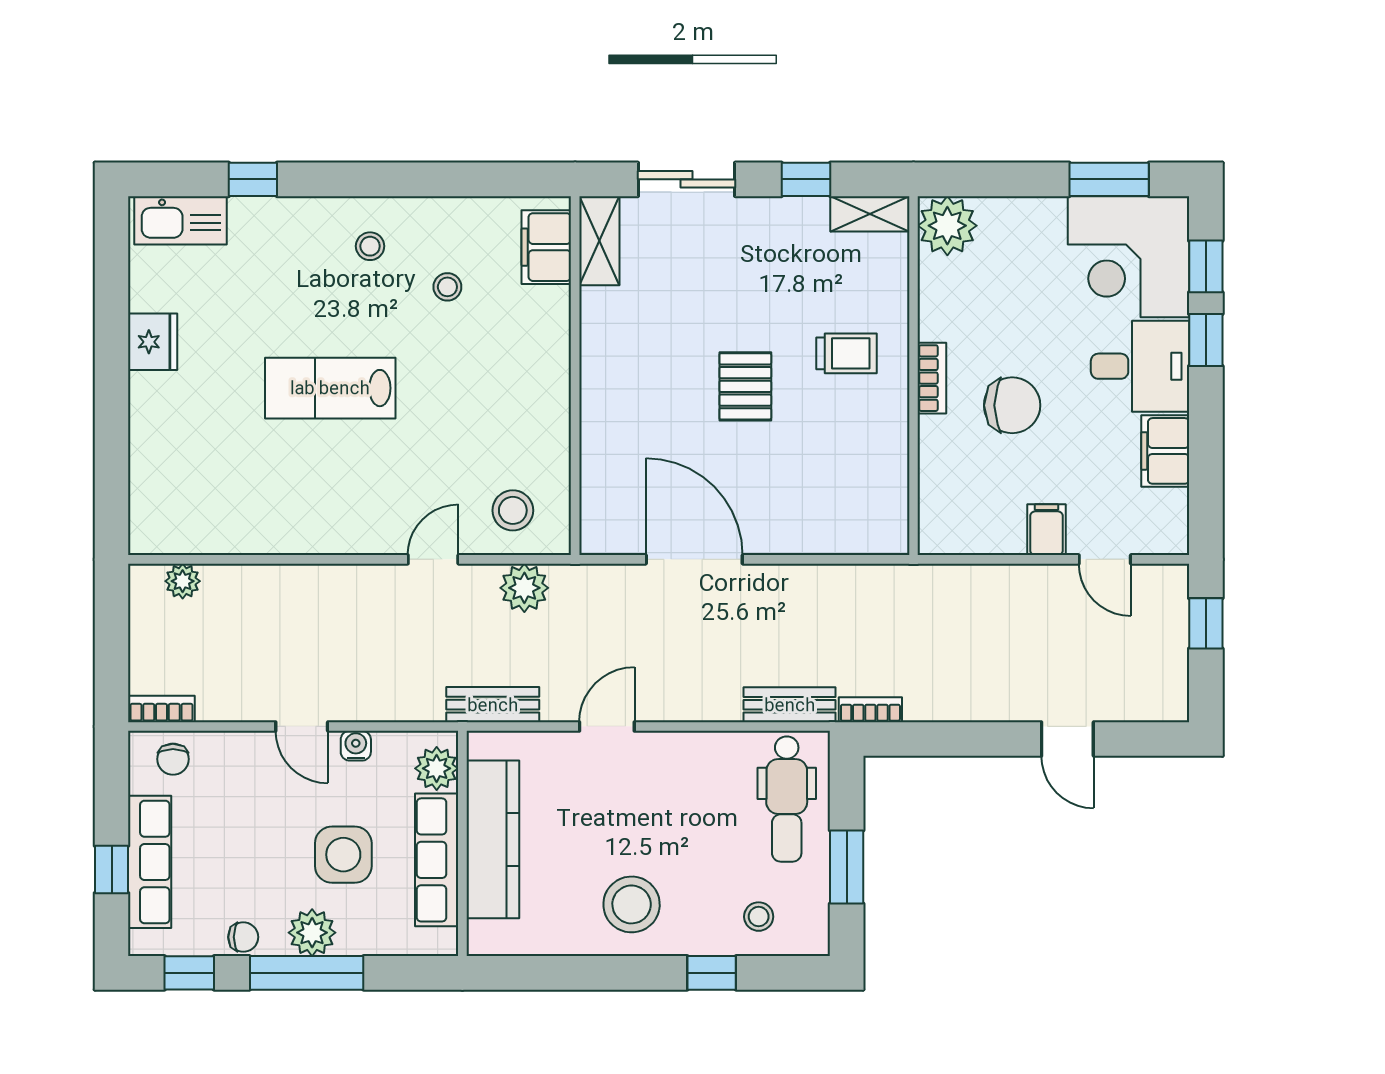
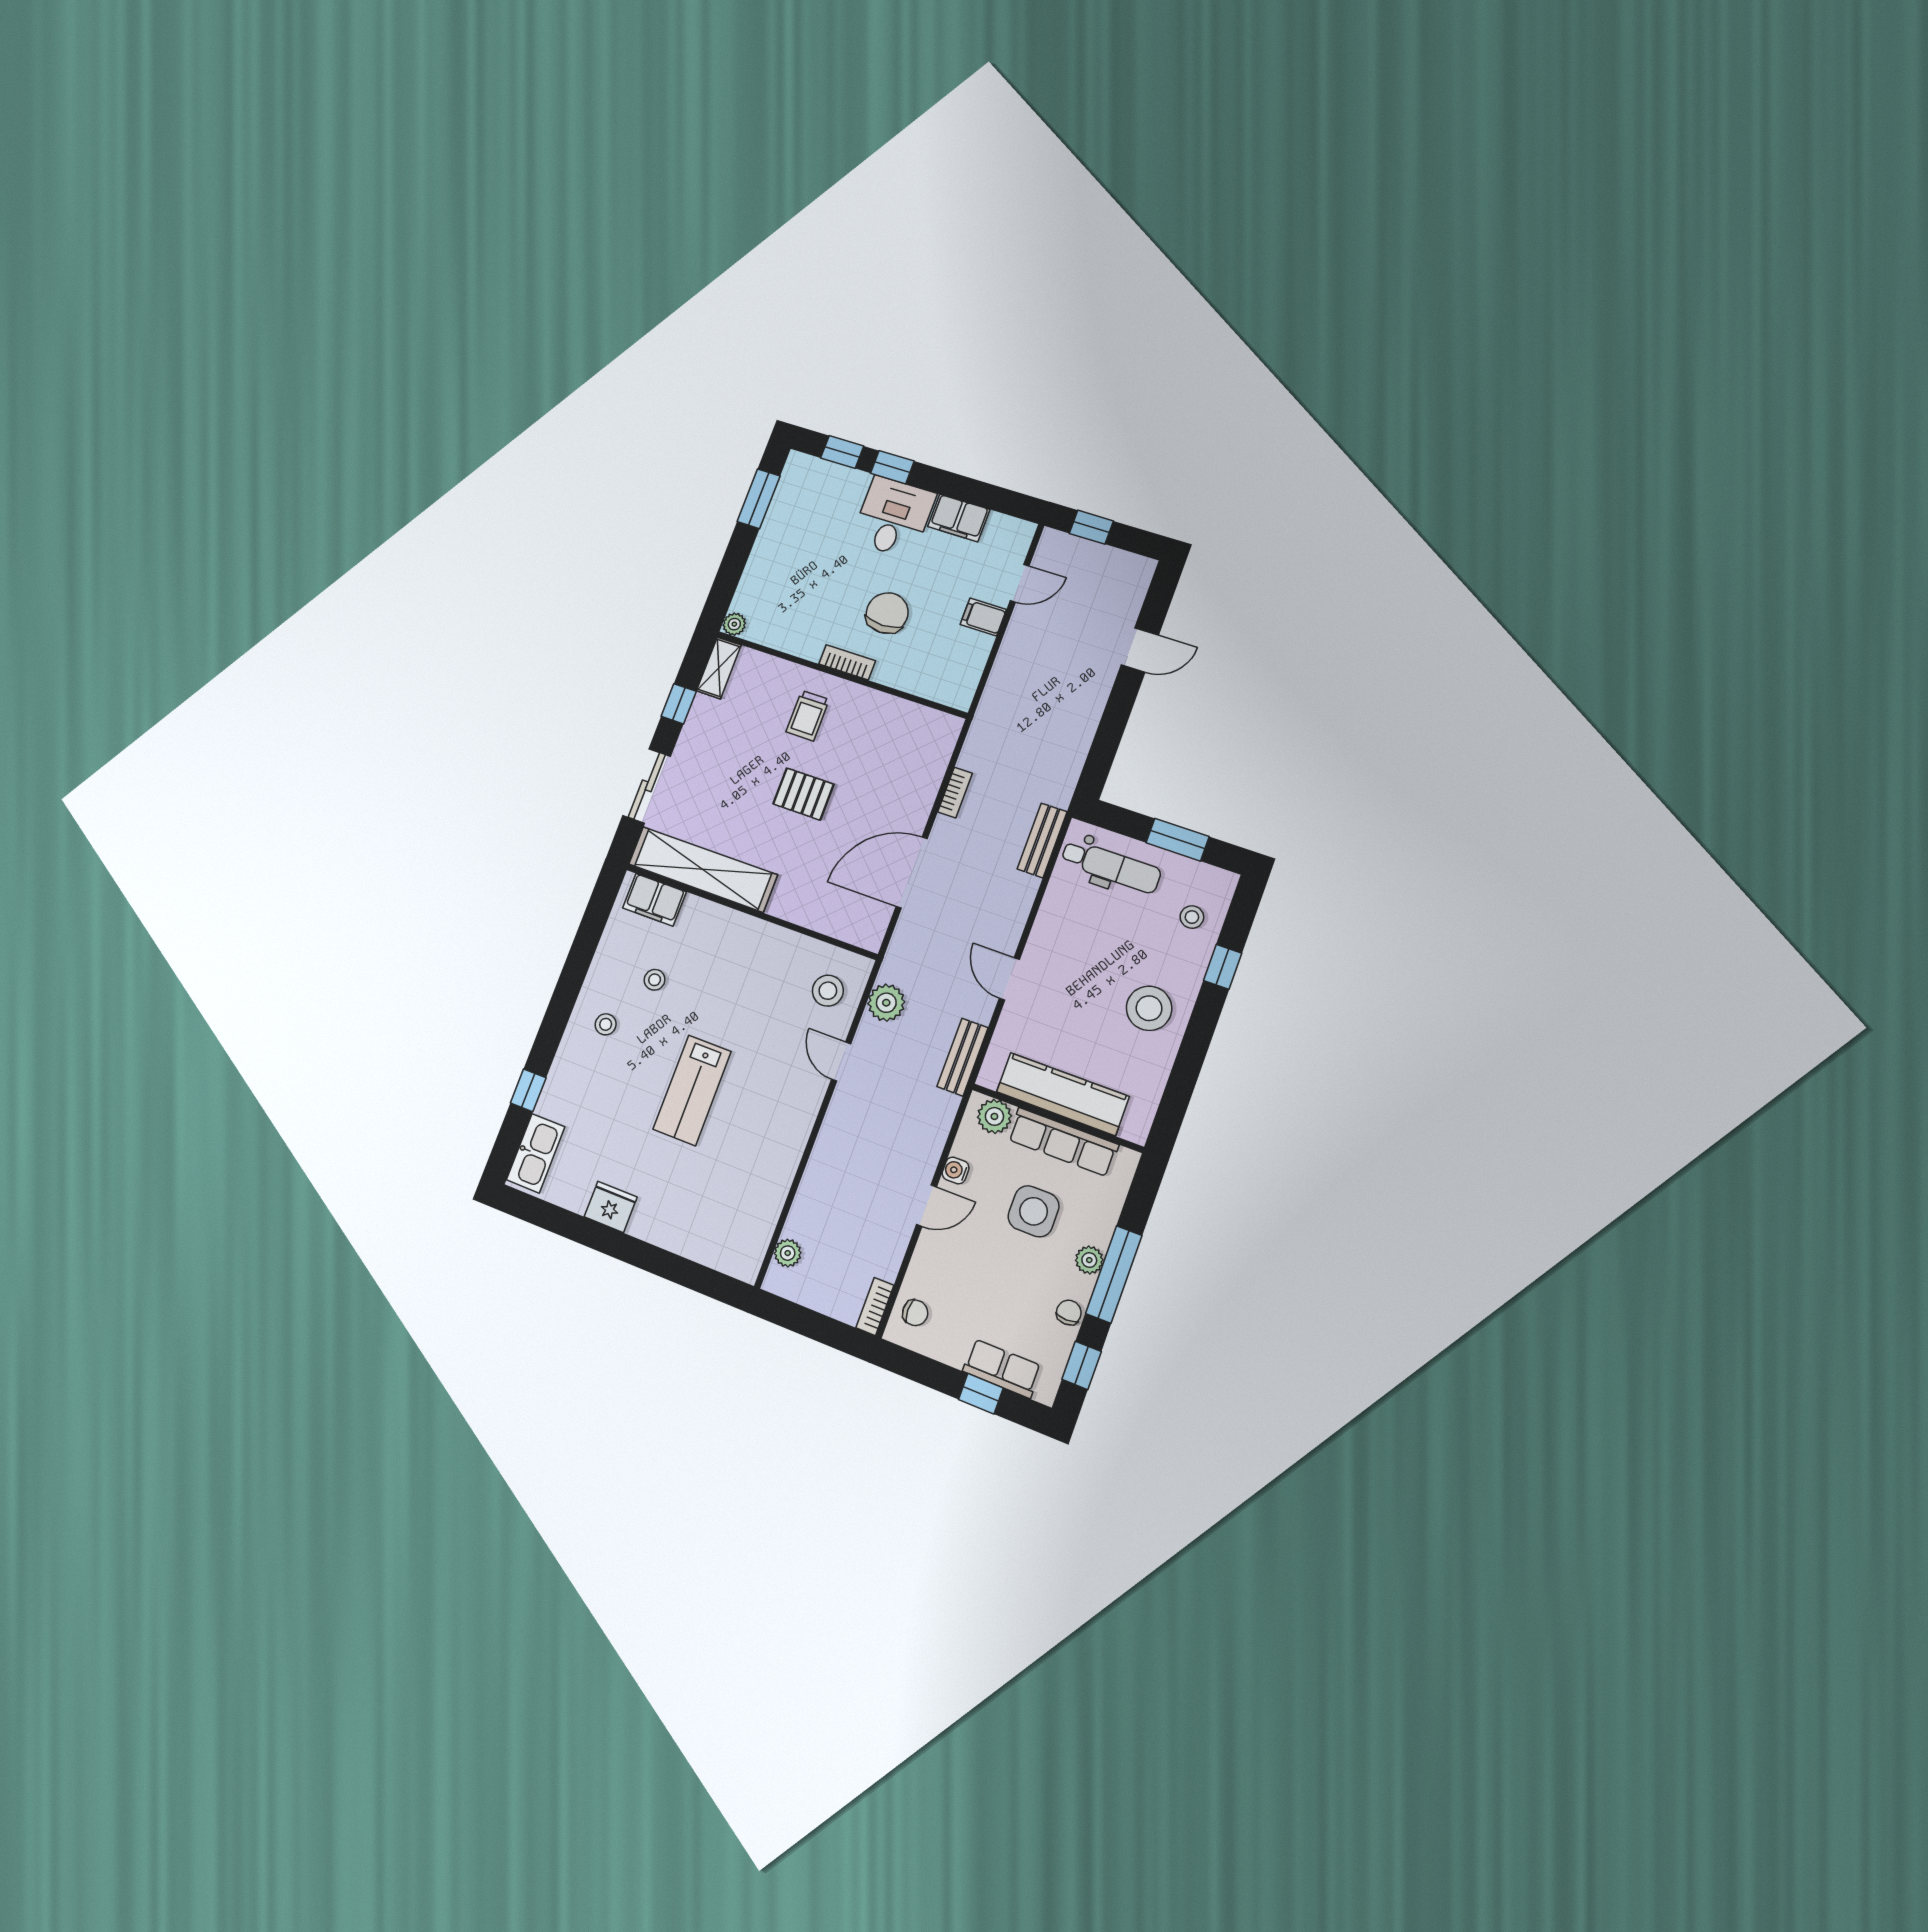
plant: (947, 226) -> (734, 624), width x0.53, depth x0.53
shelving: (599, 241) -> (703, 869), width x2.20, depth x1.33
corner desk: (1128, 257) -> (816, 502), removed
trolley: (847, 353) -> (808, 716), turned 180
bookcase: (870, 710) -> (955, 793), moved, turned 180
row of seats: (150, 862) -> (1002, 1368), width x0.68
plant: (312, 933) -> (1089, 1260), width x0.73, depth x0.73

